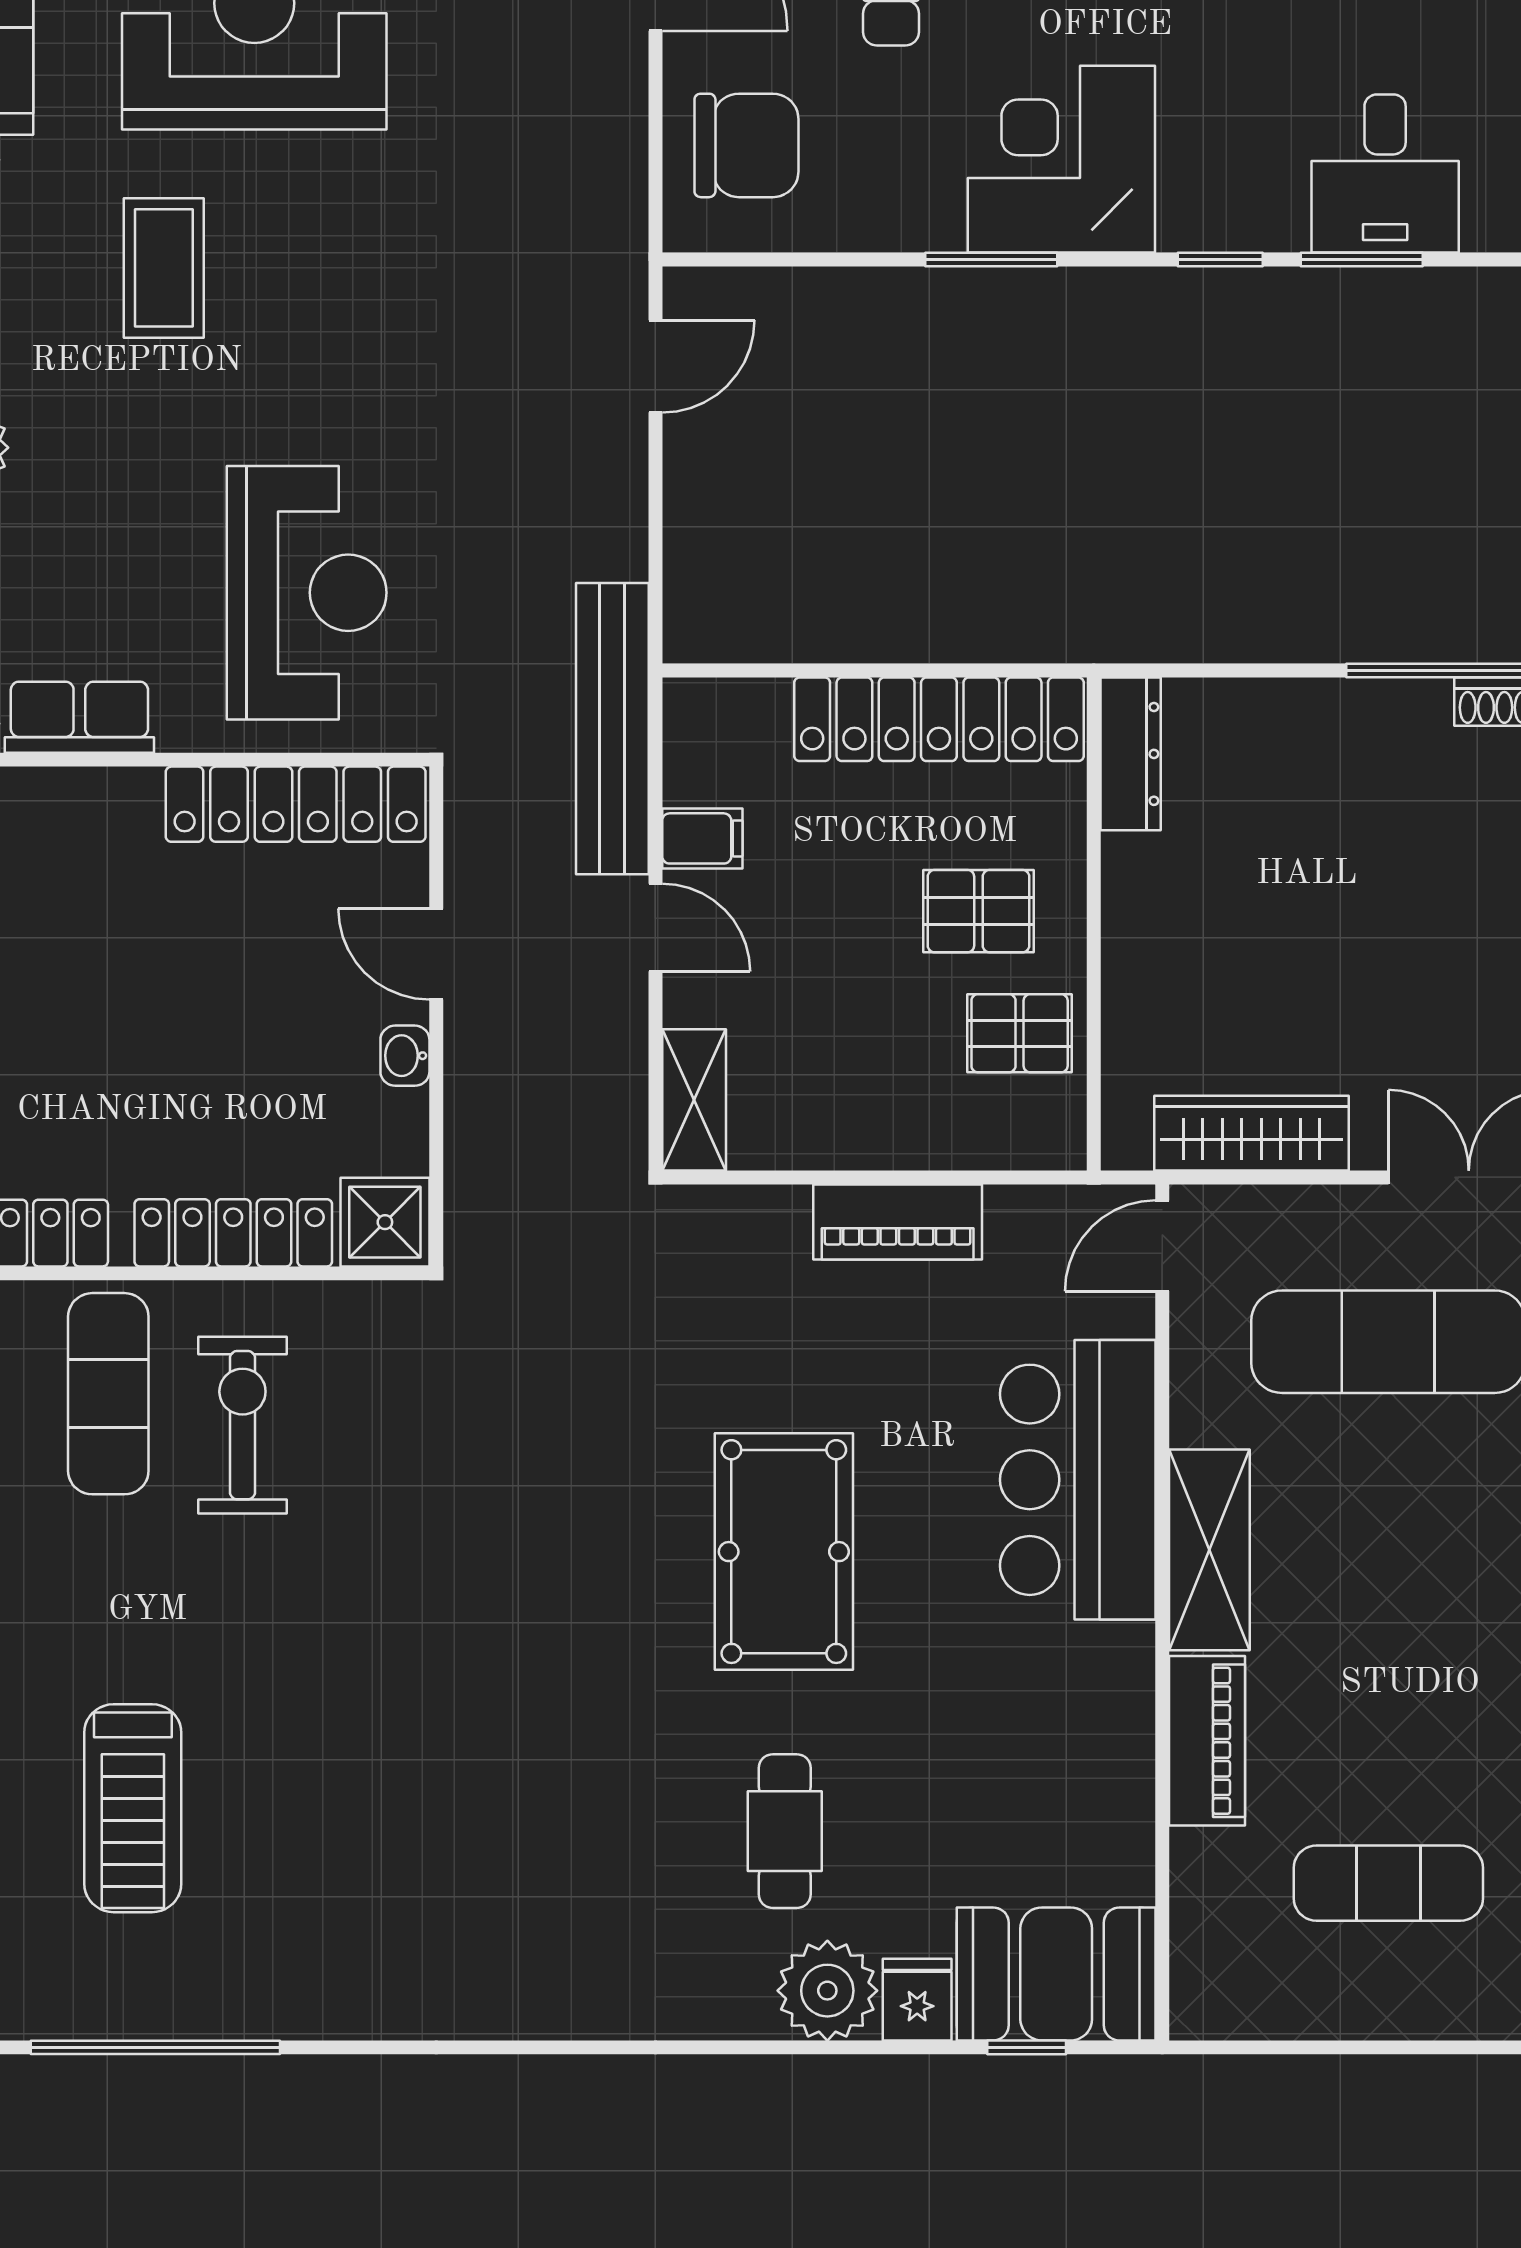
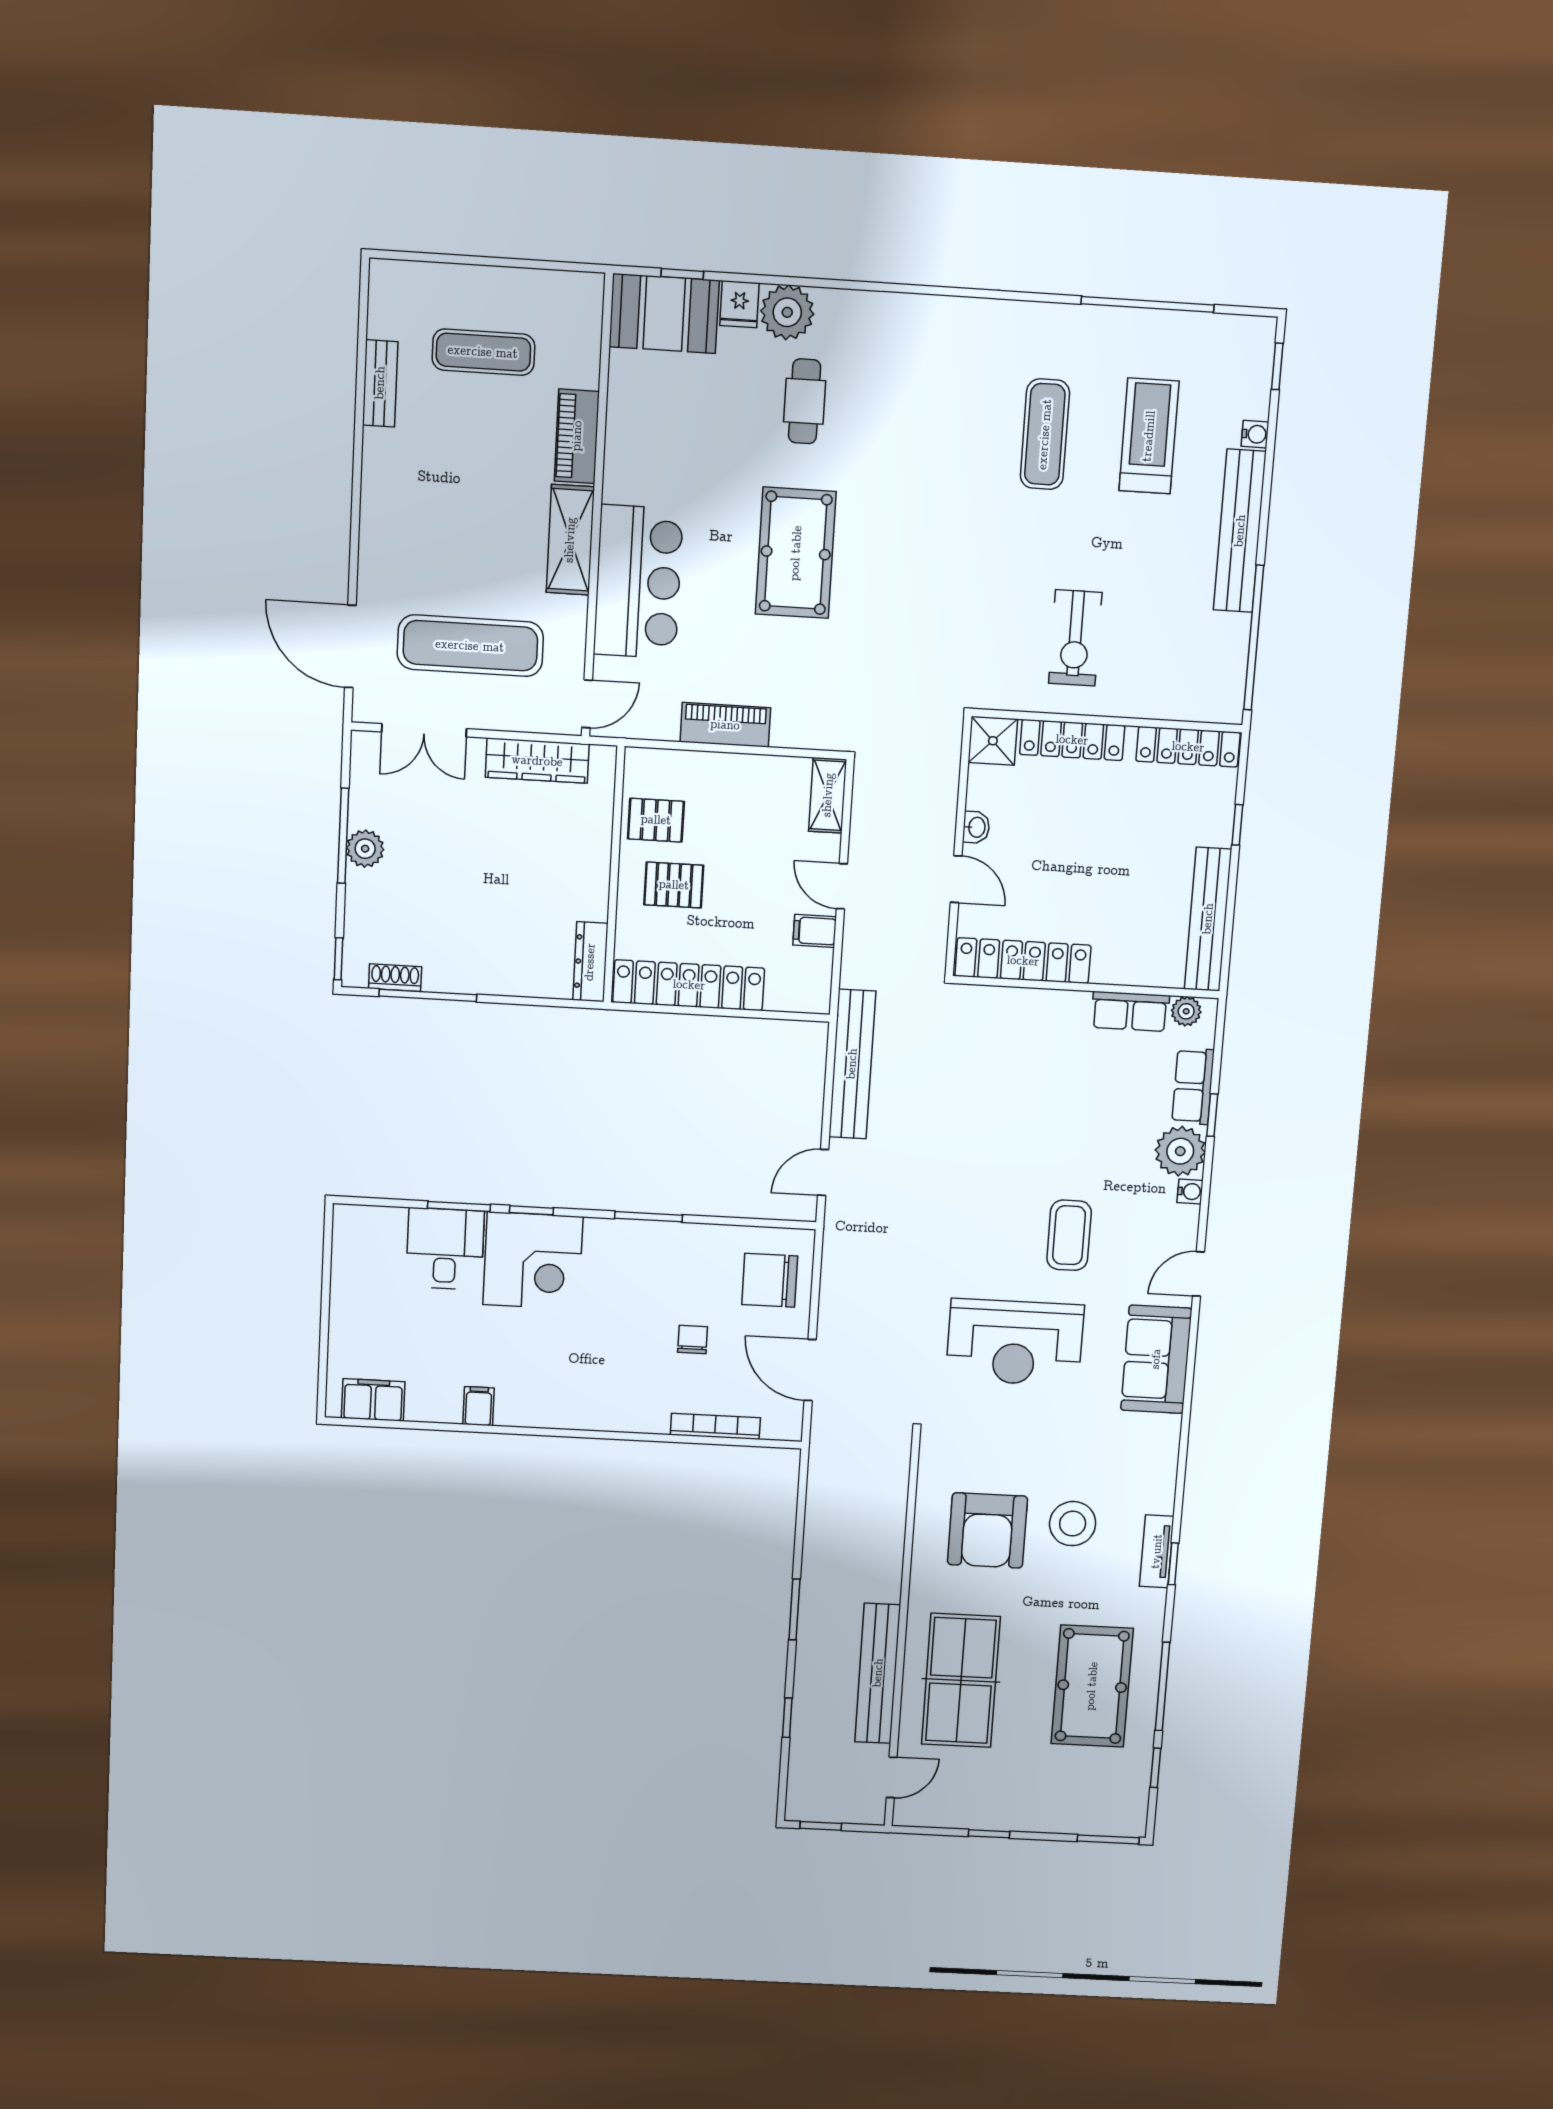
corner desk: (1061, 159) -> (533, 1261), moved
reception desk: (307, 593) -> (1009, 1068), removed
bench: (612, 729) -> (852, 1064), moved
exercise mat: (108, 1394) -> (1045, 434), moved

